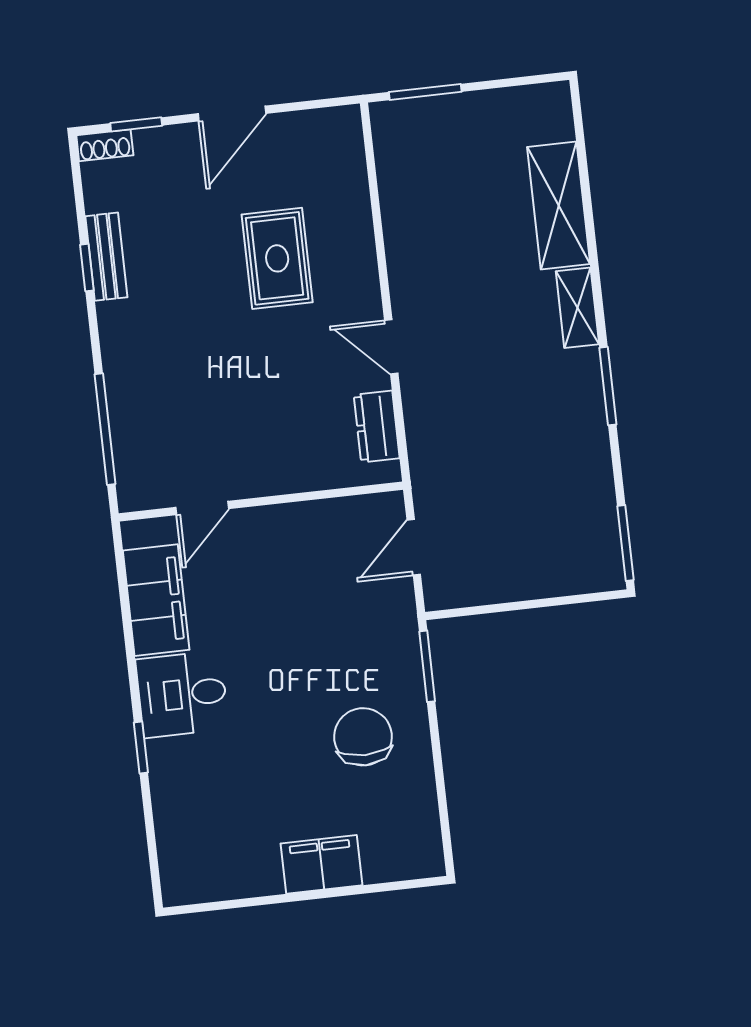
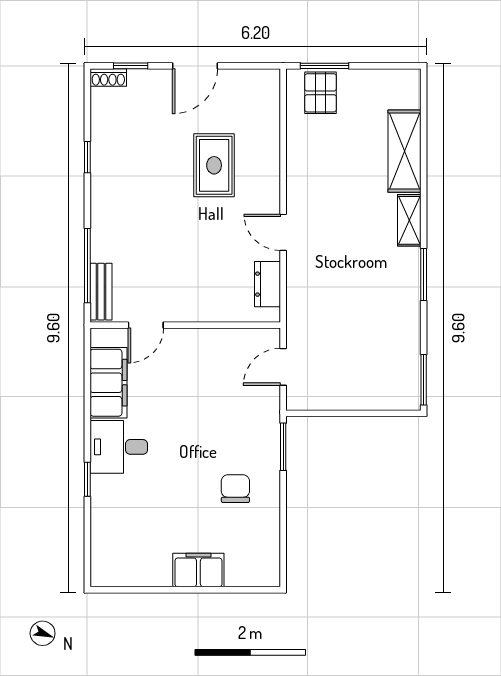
pallet: (424, 133) -> (320, 93), added
bench: (106, 257) -> (101, 292), moved
chair: (363, 737) -> (235, 489), width x0.73, depth x0.73

